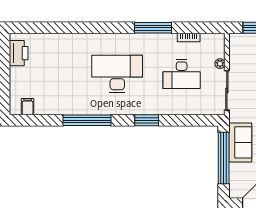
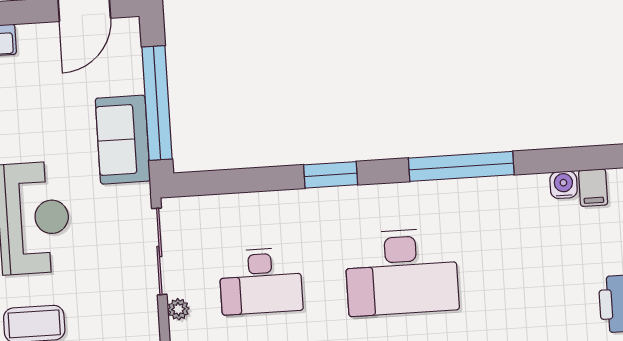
desk: (182, 74) -> (261, 281), turned 180
water cooler: (41, 109) -> (564, 185), added

